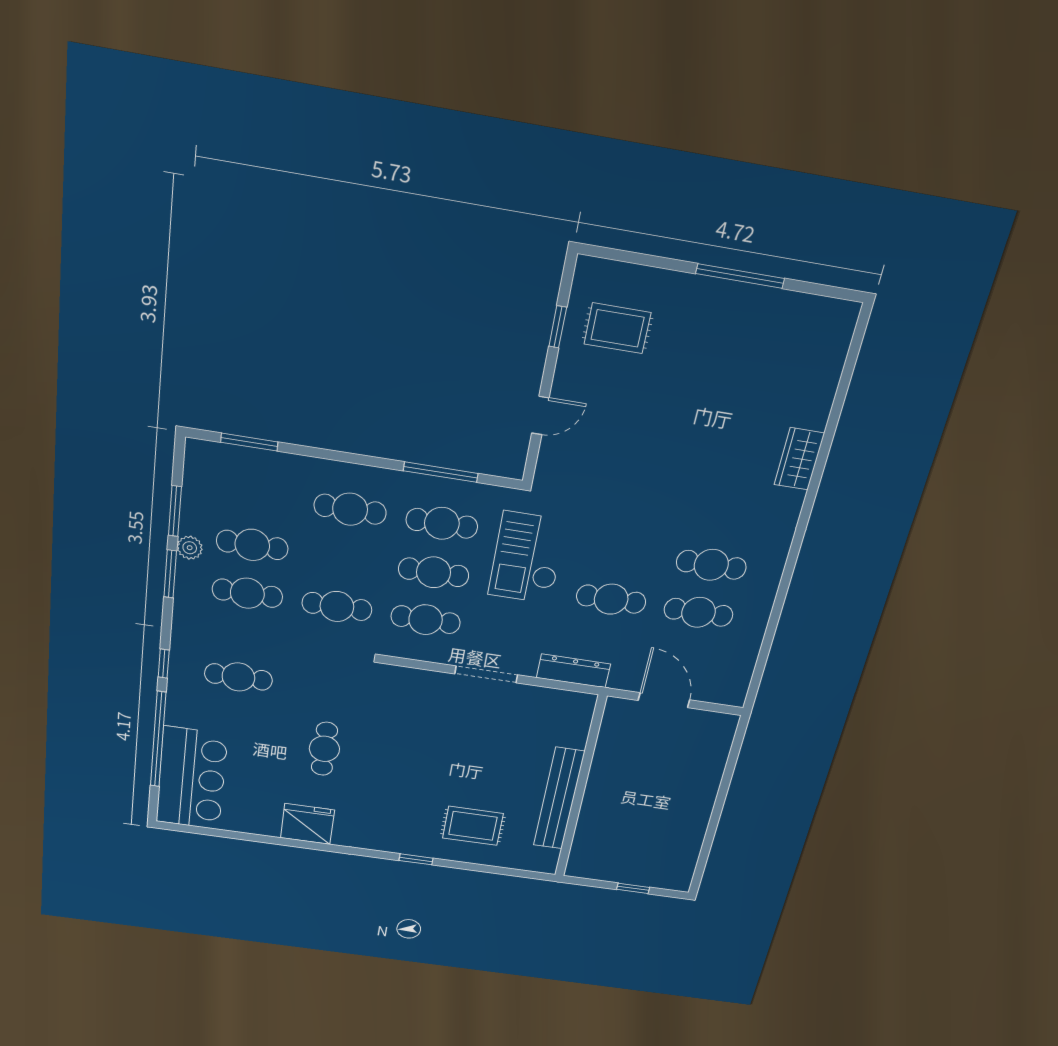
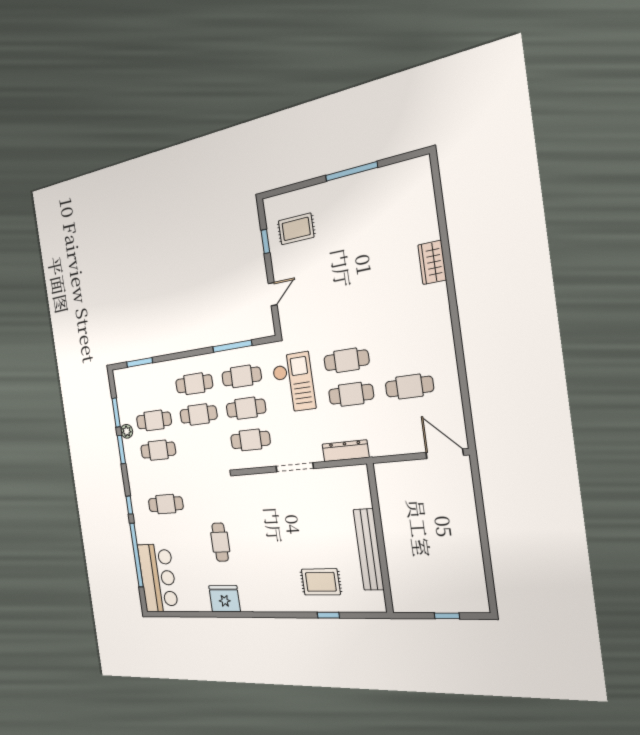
checkout: (527, 558) -> (293, 383), turned 180
cafe table: (711, 565) -> (346, 360), moved
cafe table: (337, 606) -> (198, 415), moved
door: (664, 700) -> (445, 454), moved
window: (416, 859) -> (328, 615), moved

